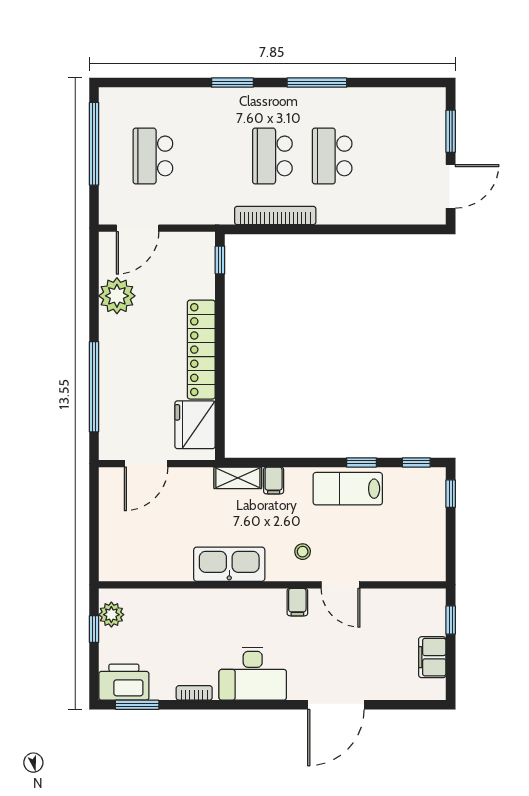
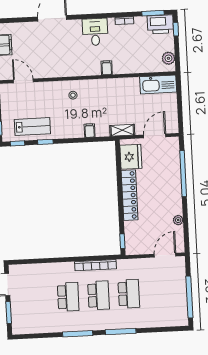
window: (232, 83) -> (121, 332), width x1.44
school desk: (153, 156) -> (129, 294), moved
plant: (117, 296) -> (178, 220), width x0.53, depth x0.53
shelving: (238, 478) -> (122, 130), moved
lab bench: (348, 489) -> (32, 127), moved
kitchen sink: (229, 564) -> (158, 84), moved
door: (341, 585) -> (23, 81), moved
filing cabinet: (297, 602) -> (107, 68), moved
window: (94, 629) -> (176, 29), moved
desk: (253, 674) -> (95, 32), width x0.73

